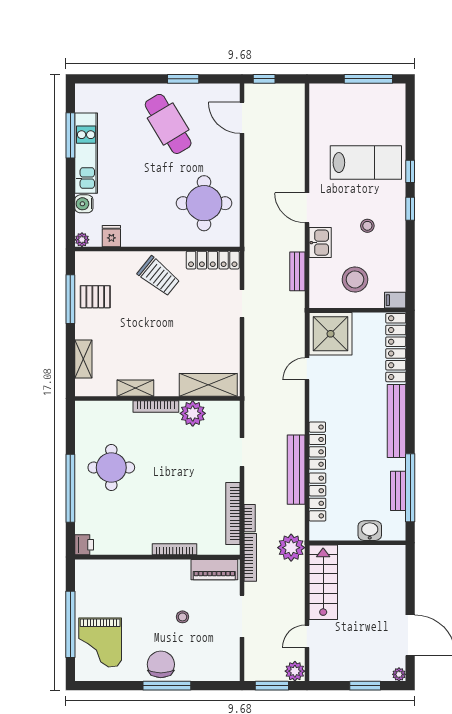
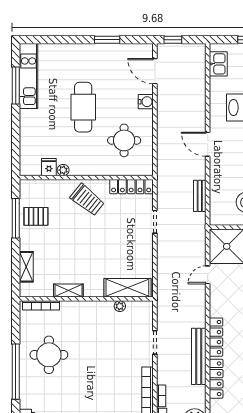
cafe table: (168, 124) -> (83, 107), moved, turned 31
kitchen unit: (86, 153) -> (28, 76), moved
round table: (204, 203) -> (124, 140), width x0.73, depth x0.73
water cooler: (84, 204) -> (146, 102), moved, turned 180
plant: (82, 240) -> (63, 170), moved
kitchen sink: (320, 243) -> (218, 64), moved
bookcase: (156, 406) -> (41, 305), moved
plant: (193, 413) -> (120, 306), width x0.53, depth x0.53

